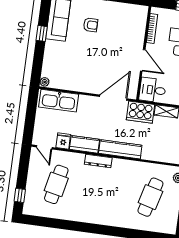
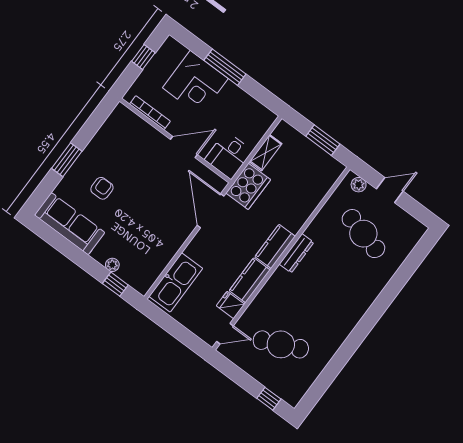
window: (42, 33) -> (115, 284), moved
plant: (45, 82) -> (112, 265), moved
kitchen counter: (120, 149) -> (275, 246), width x0.67
dresser: (98, 161) -> (296, 253), moved
cafe table: (56, 184) -> (281, 344), turned -36

